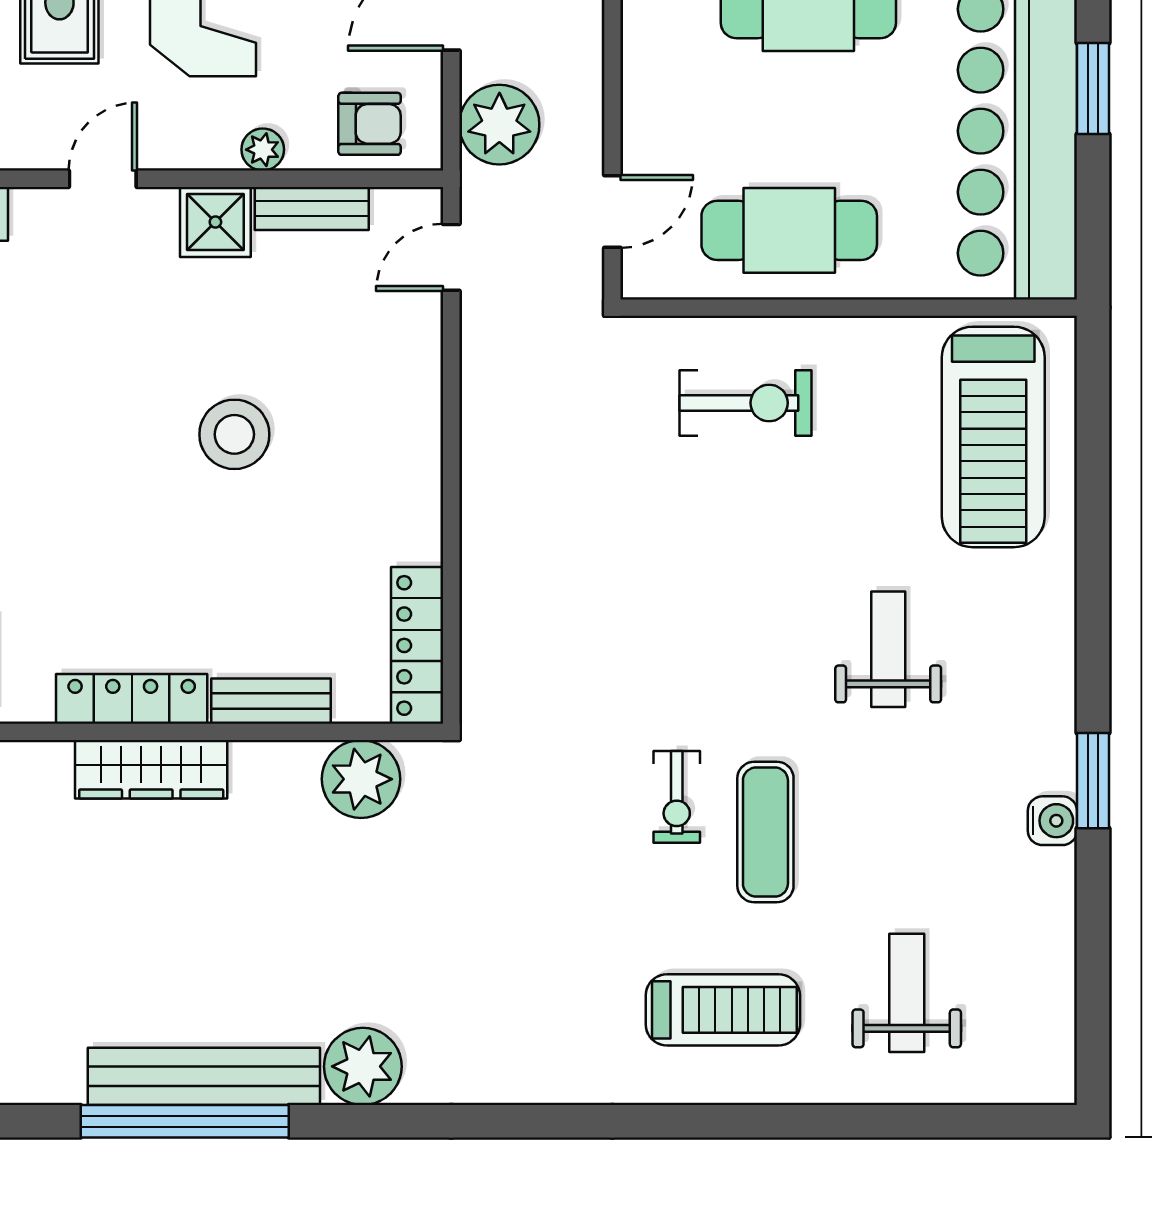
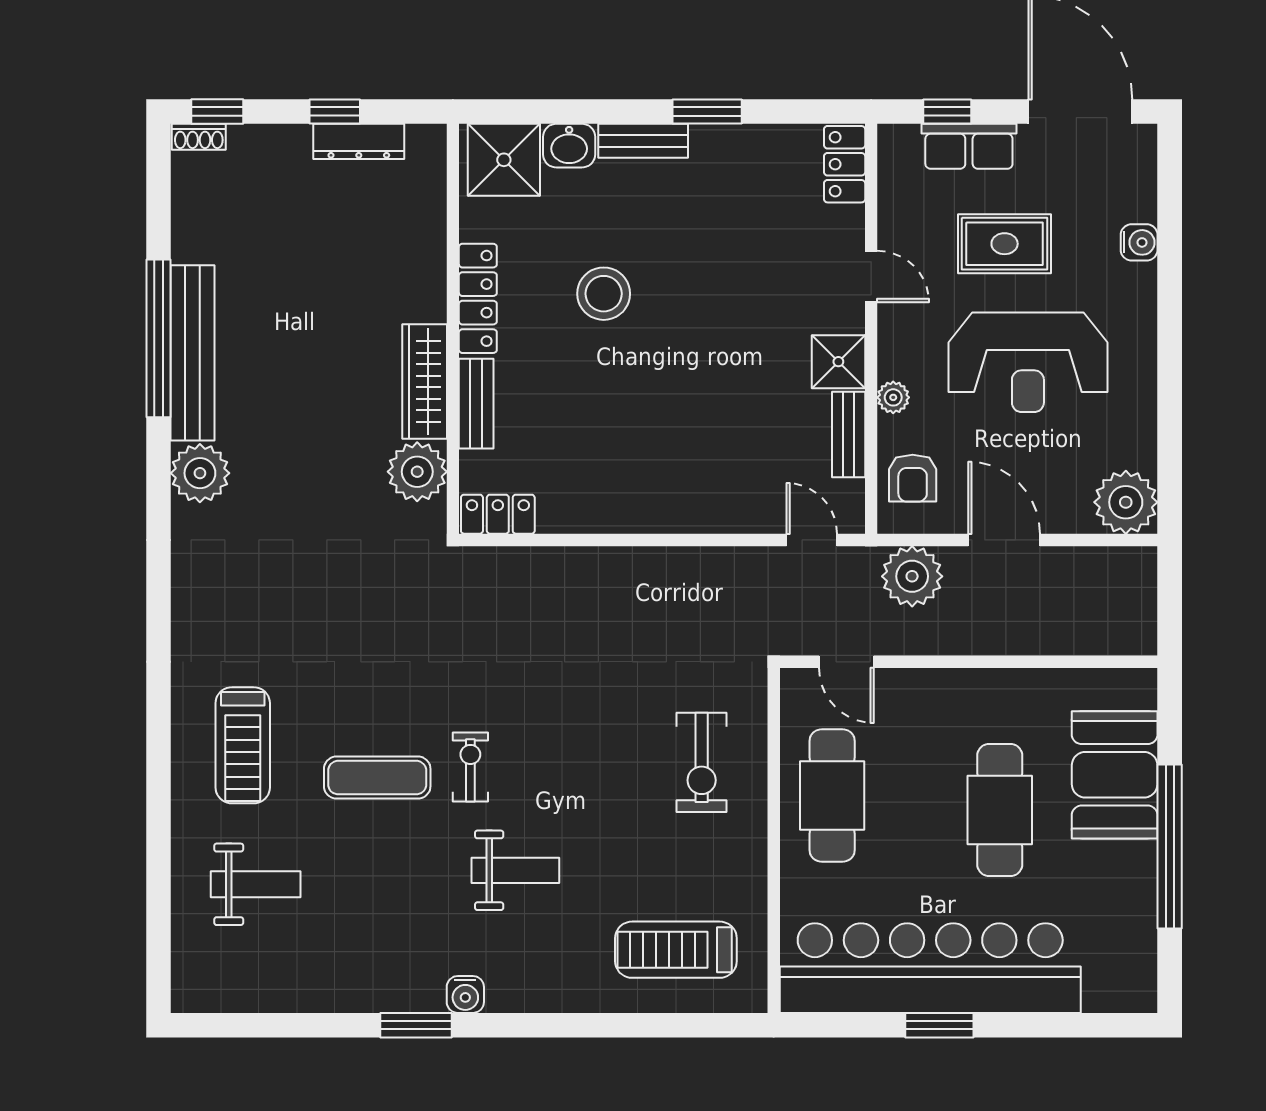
stool: (234, 434) -> (604, 294), moved
treadmill: (993, 437) -> (676, 950), width x0.73, depth x0.73
locker: (417, 645) -> (498, 514), width x0.66
wardrobe: (151, 769) -> (425, 381), moved
exercise bike: (677, 797) -> (470, 767), moved, turned 90
water cooler: (1052, 821) -> (465, 994), moved

